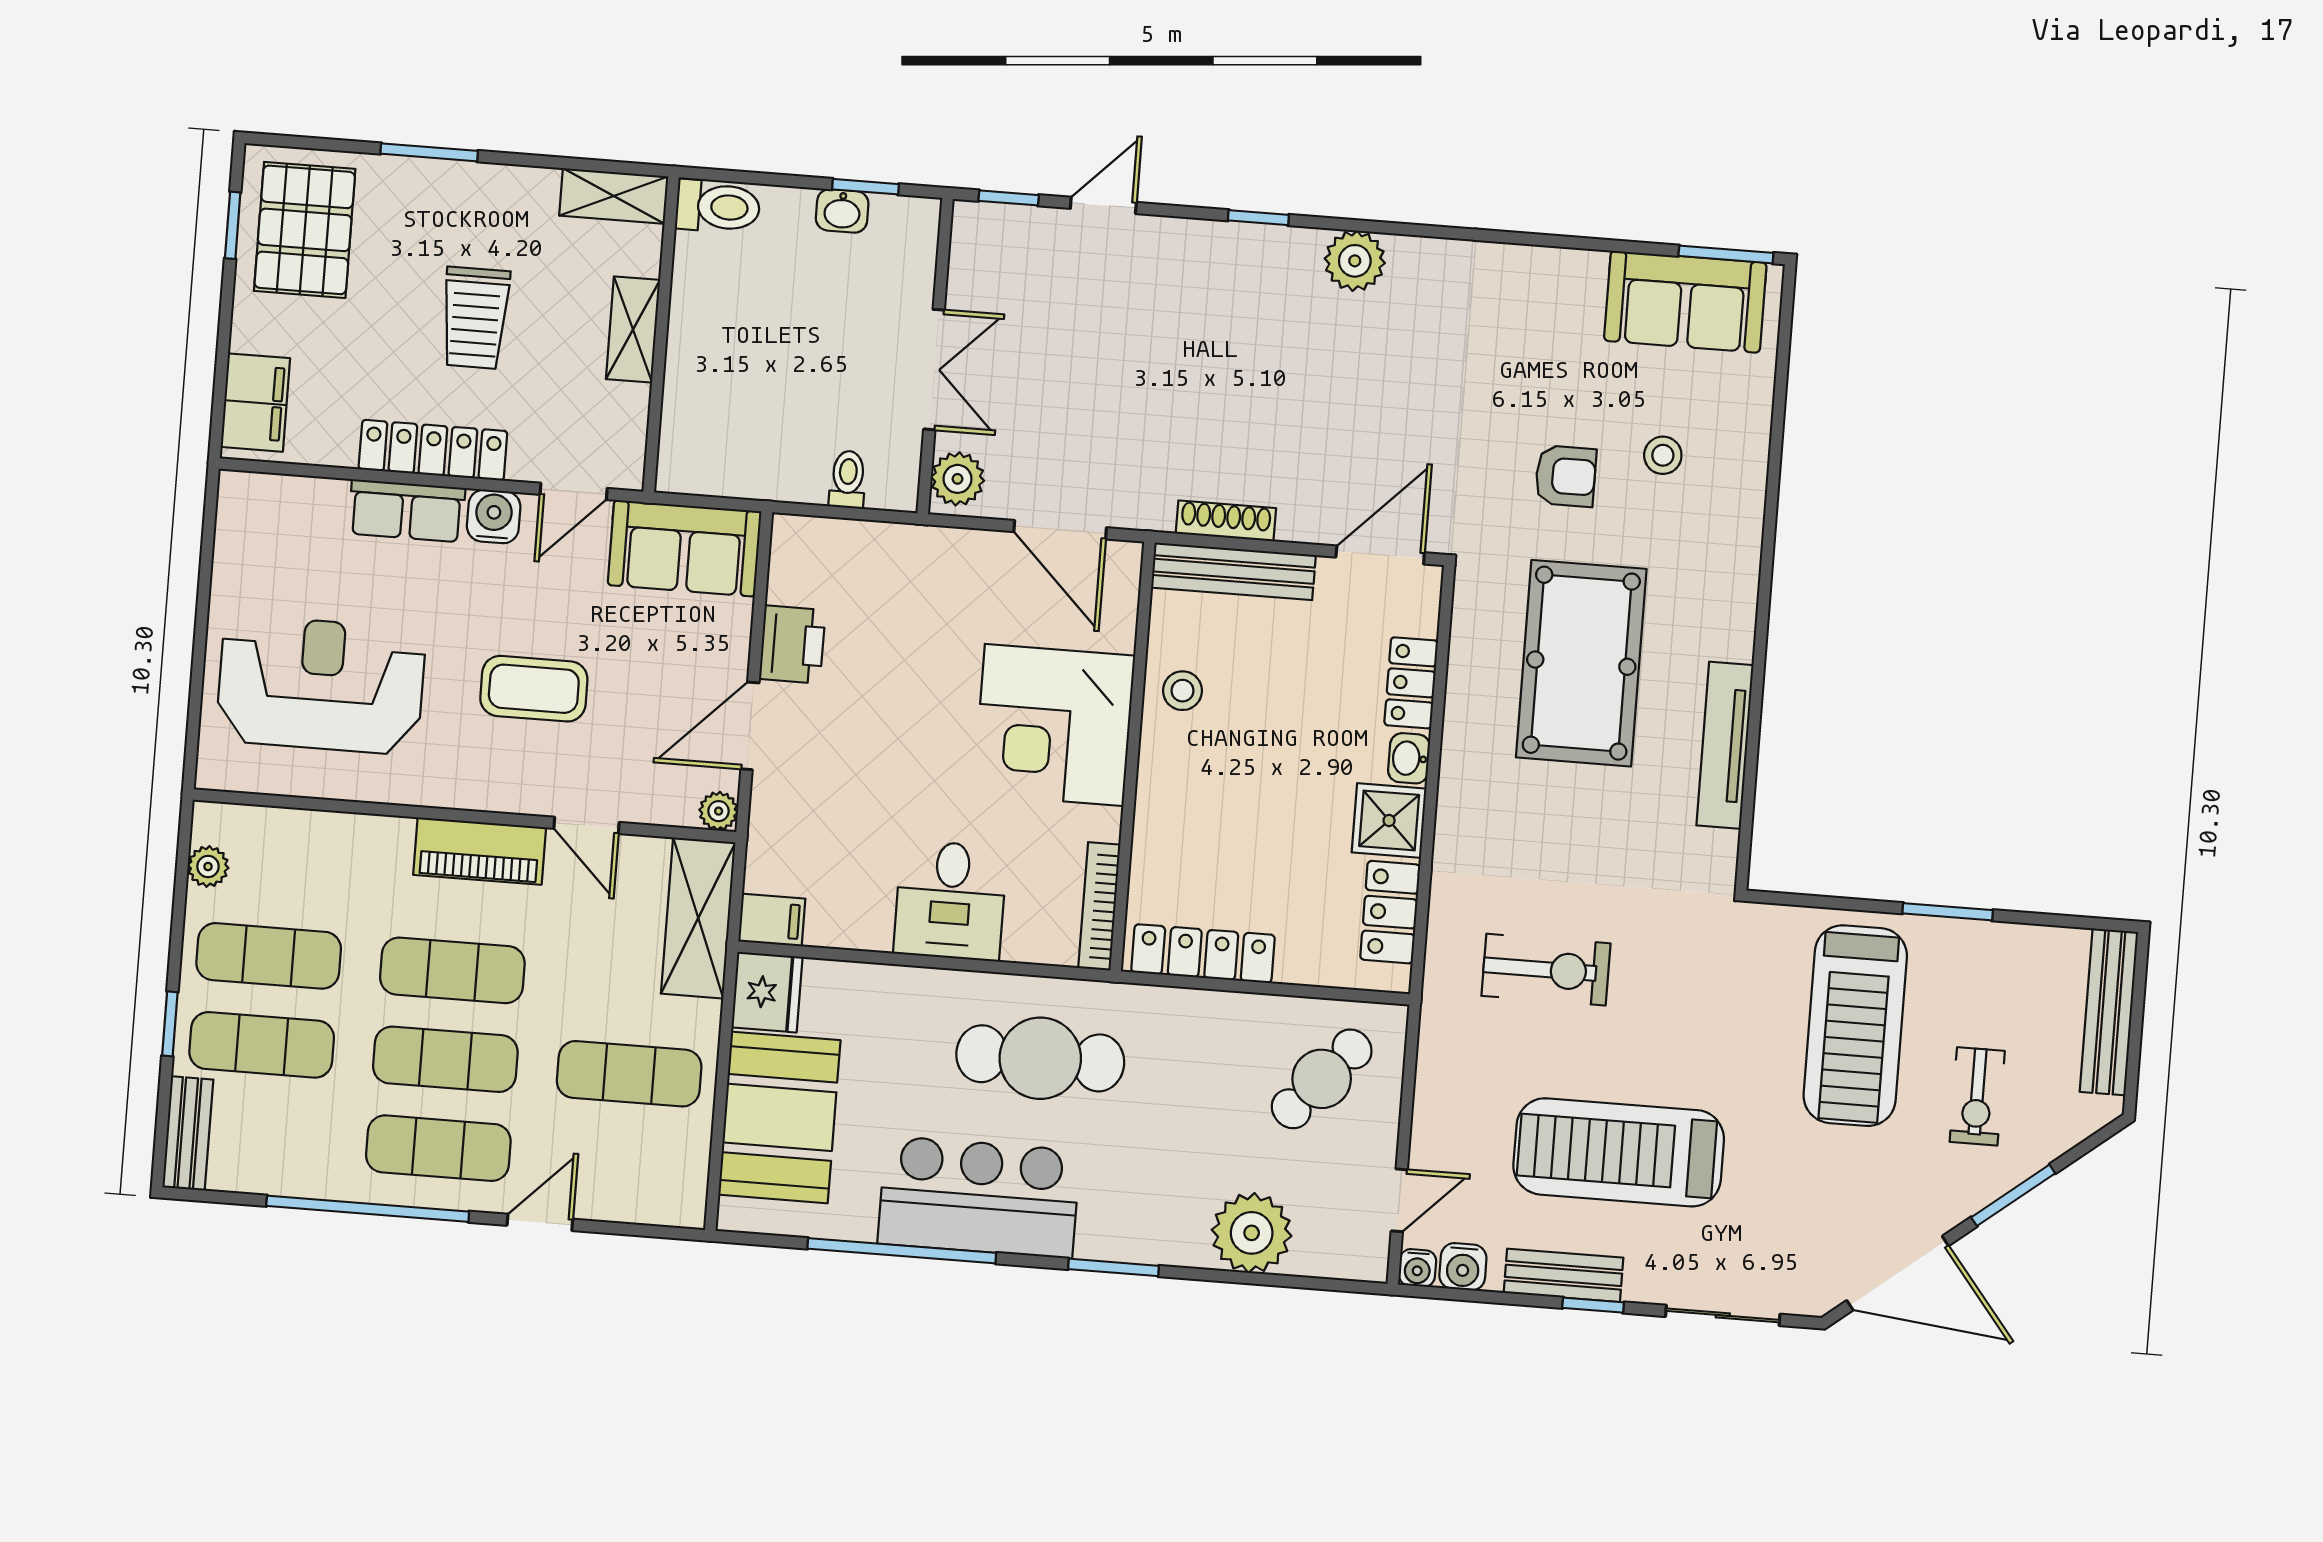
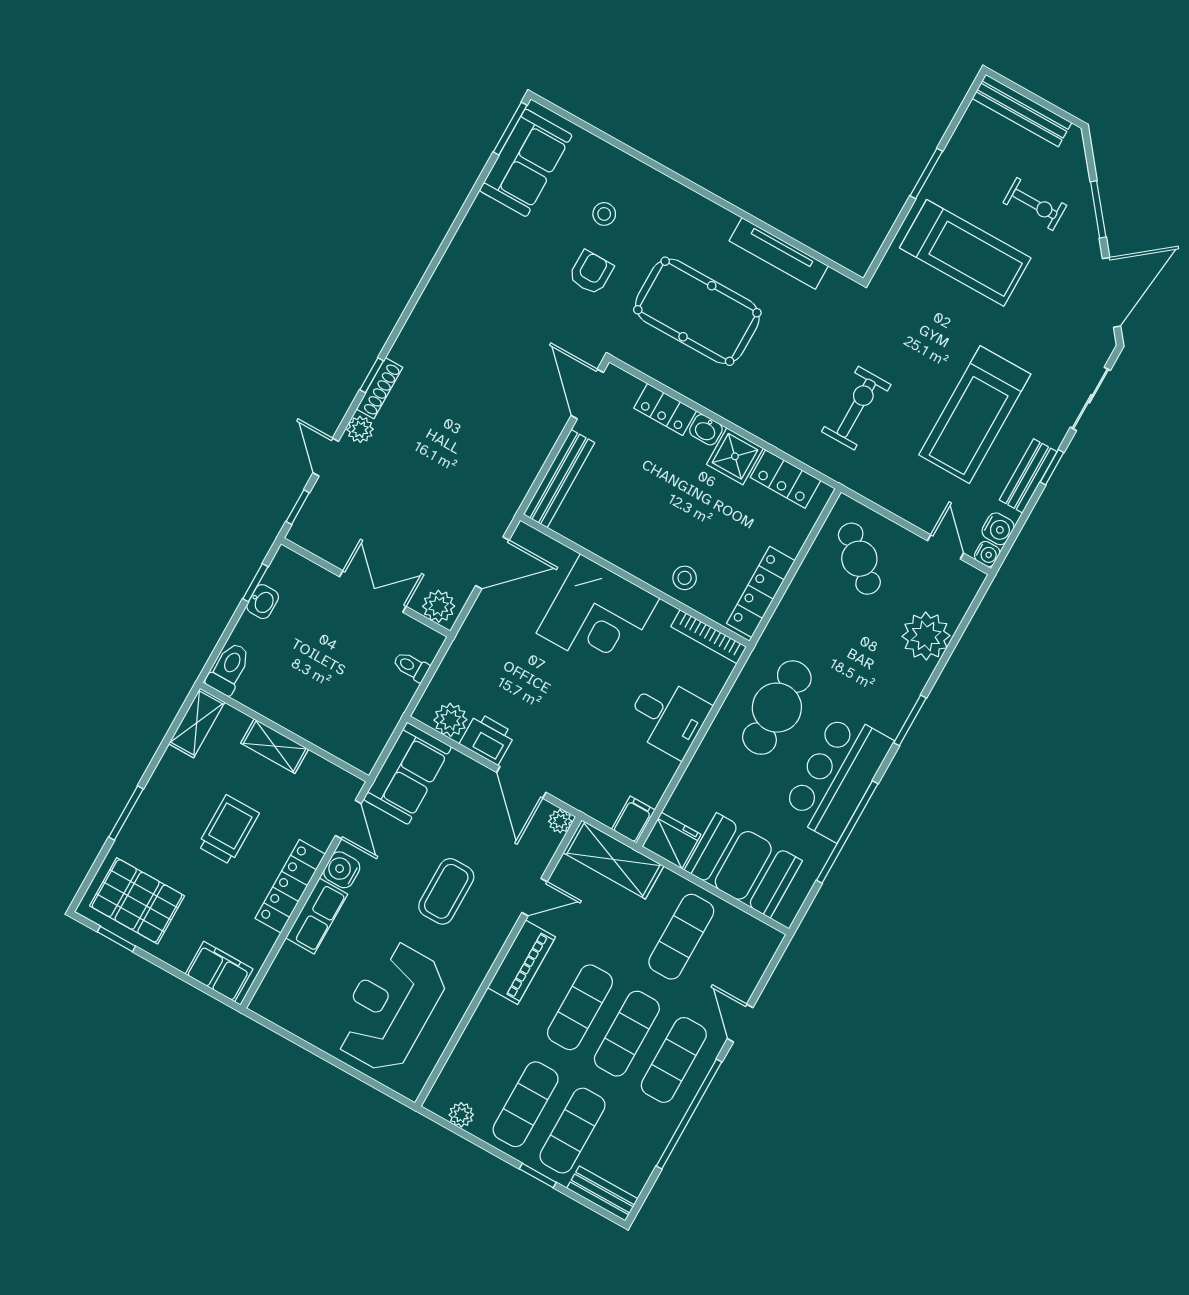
plant: (1355, 261) -> (360, 429), moved, width x0.73, depth x0.73
trolley: (475, 318) -> (228, 830), turned -90
shoe rack: (1226, 521) -> (380, 388), moved, turned 180
plant: (795, 576) -> (450, 720), added
stool: (1182, 691) -> (685, 578), moved

